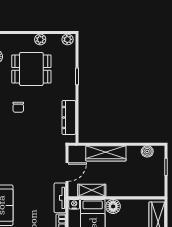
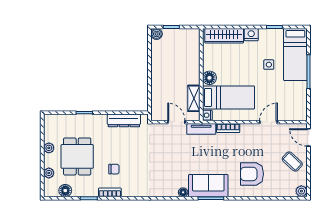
plant: (68, 39) -> (49, 173), moved
boiler: (147, 151) -> (157, 34), moved
wardrobe: (106, 153) -> (158, 85), removed

